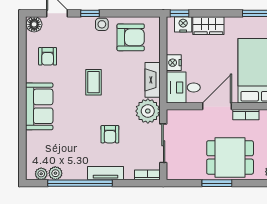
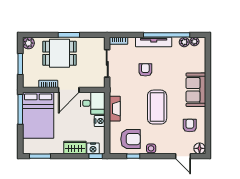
window: (90, 13) -> (133, 156), moved
armchair: (131, 37) -> (131, 139), turned 180
coffee table: (93, 82) -> (157, 107), width x1.86, depth x1.72
plant: (148, 111) -> (118, 86), removed
tv unit: (106, 173) -> (154, 42), width x1.41

